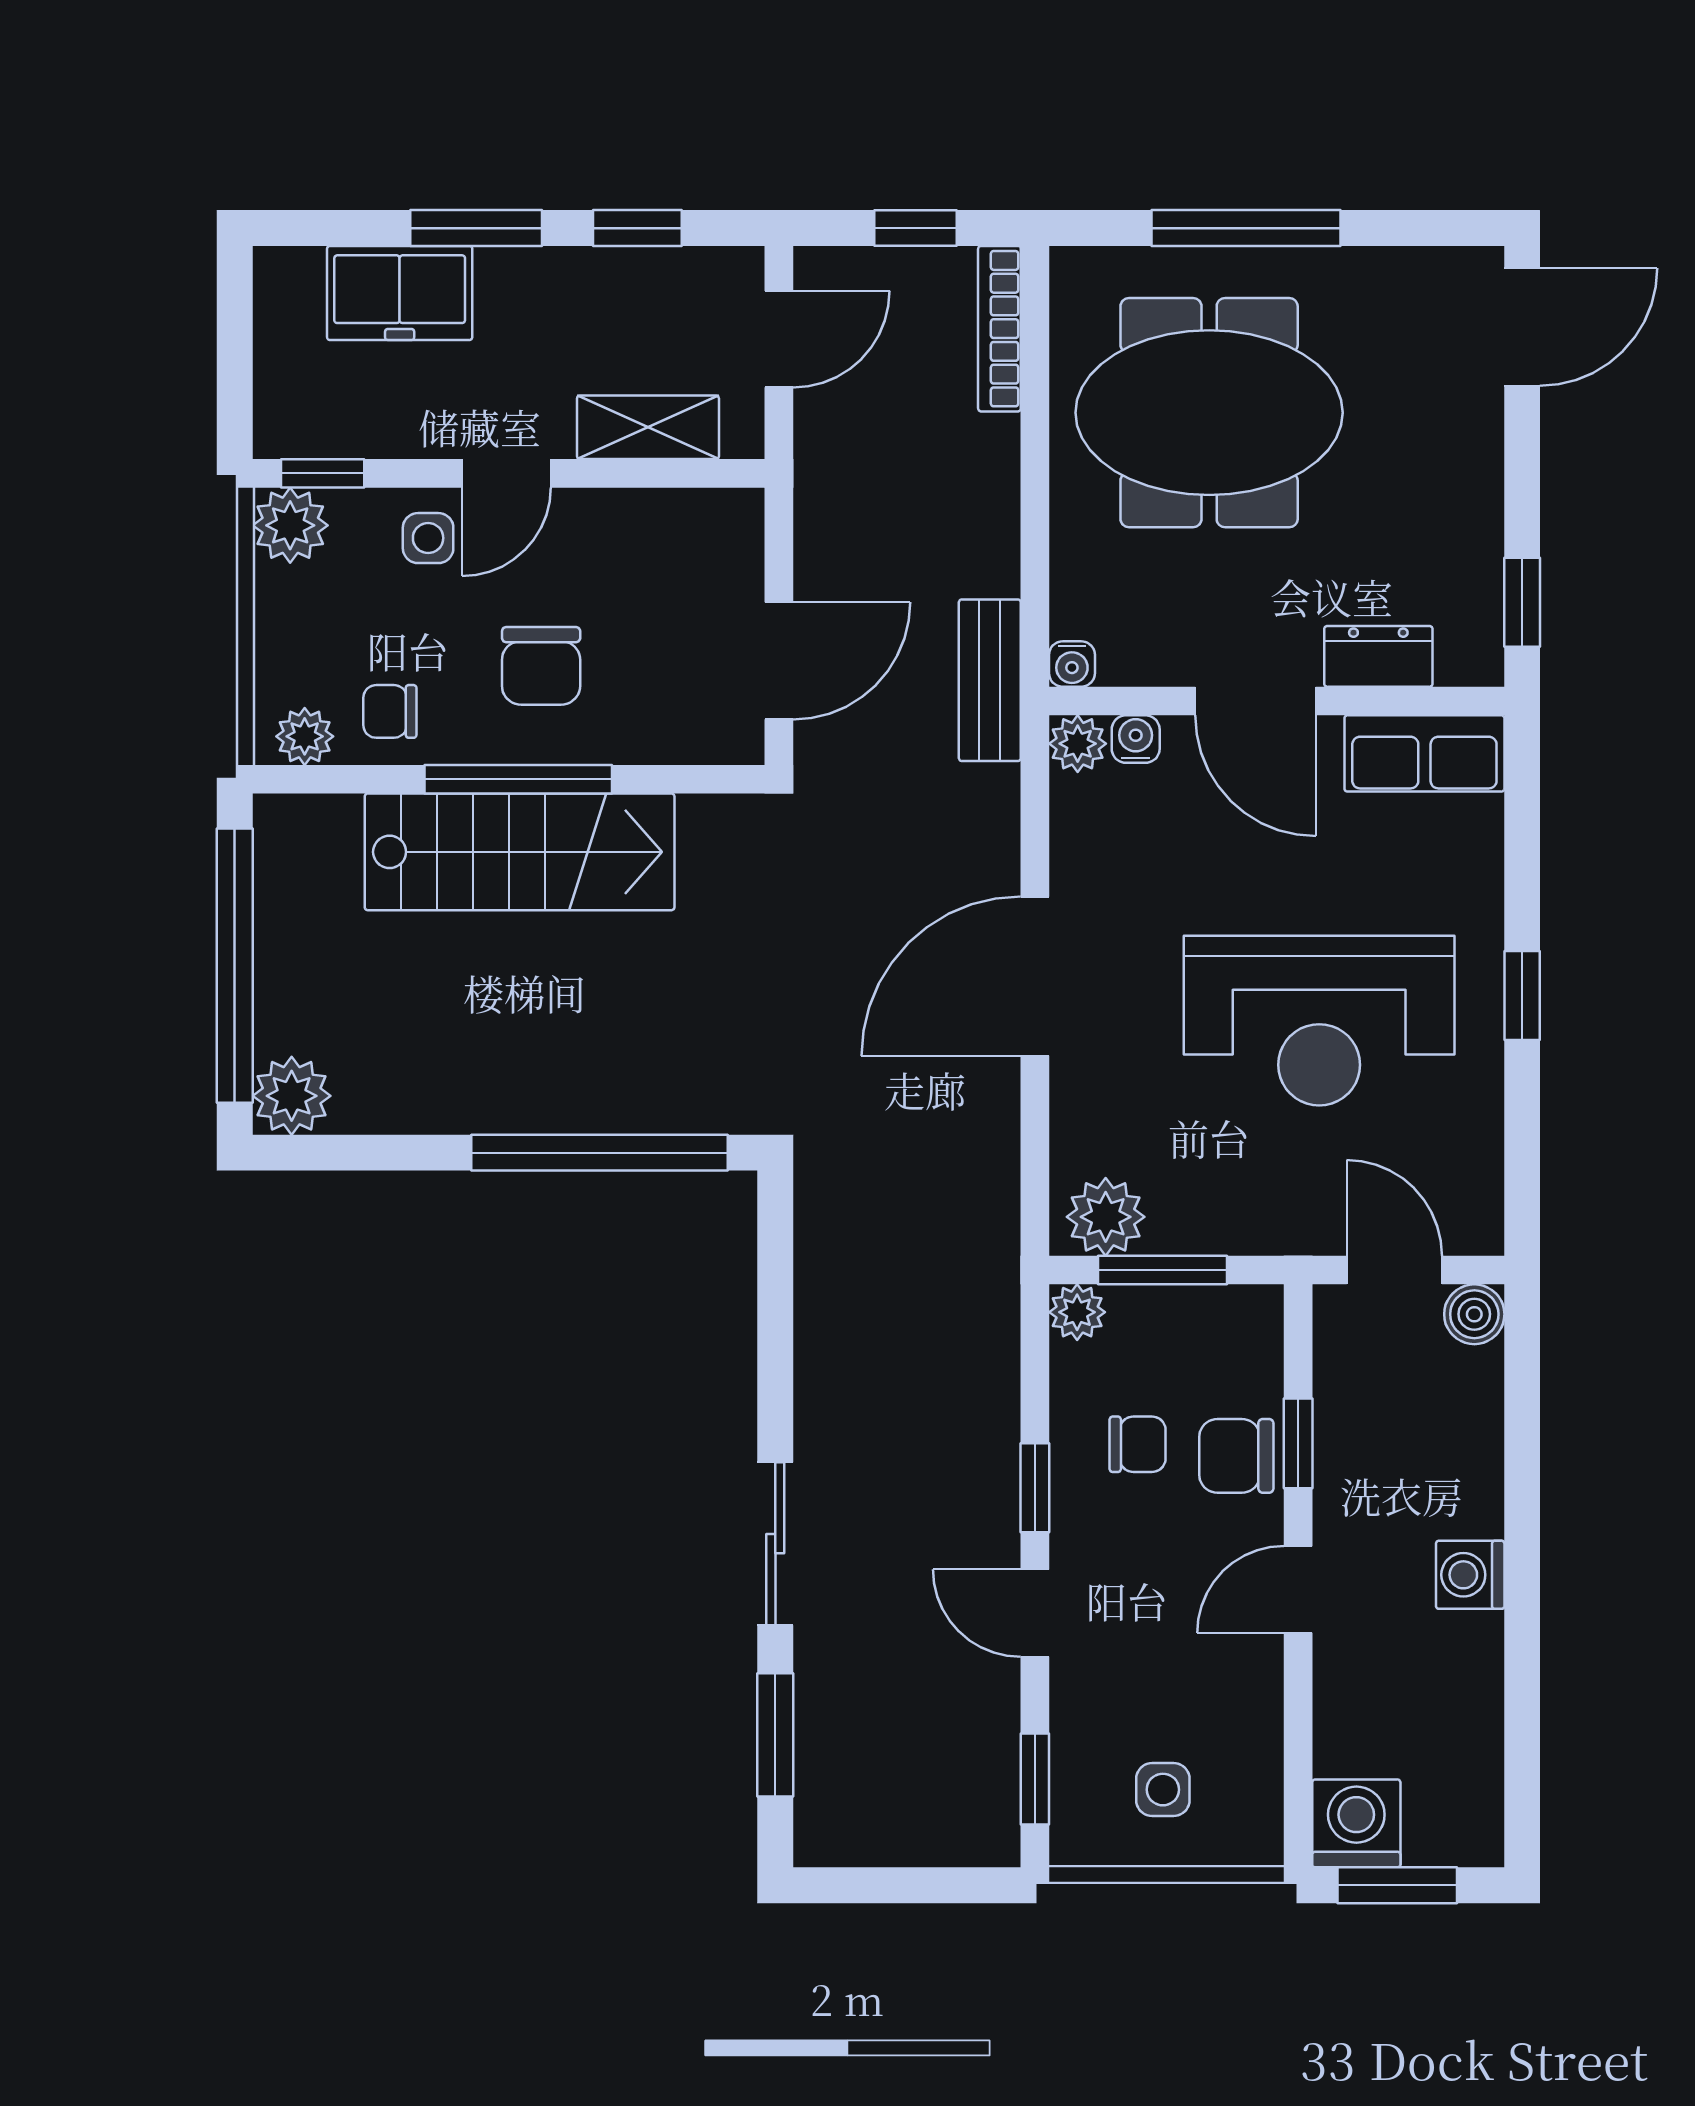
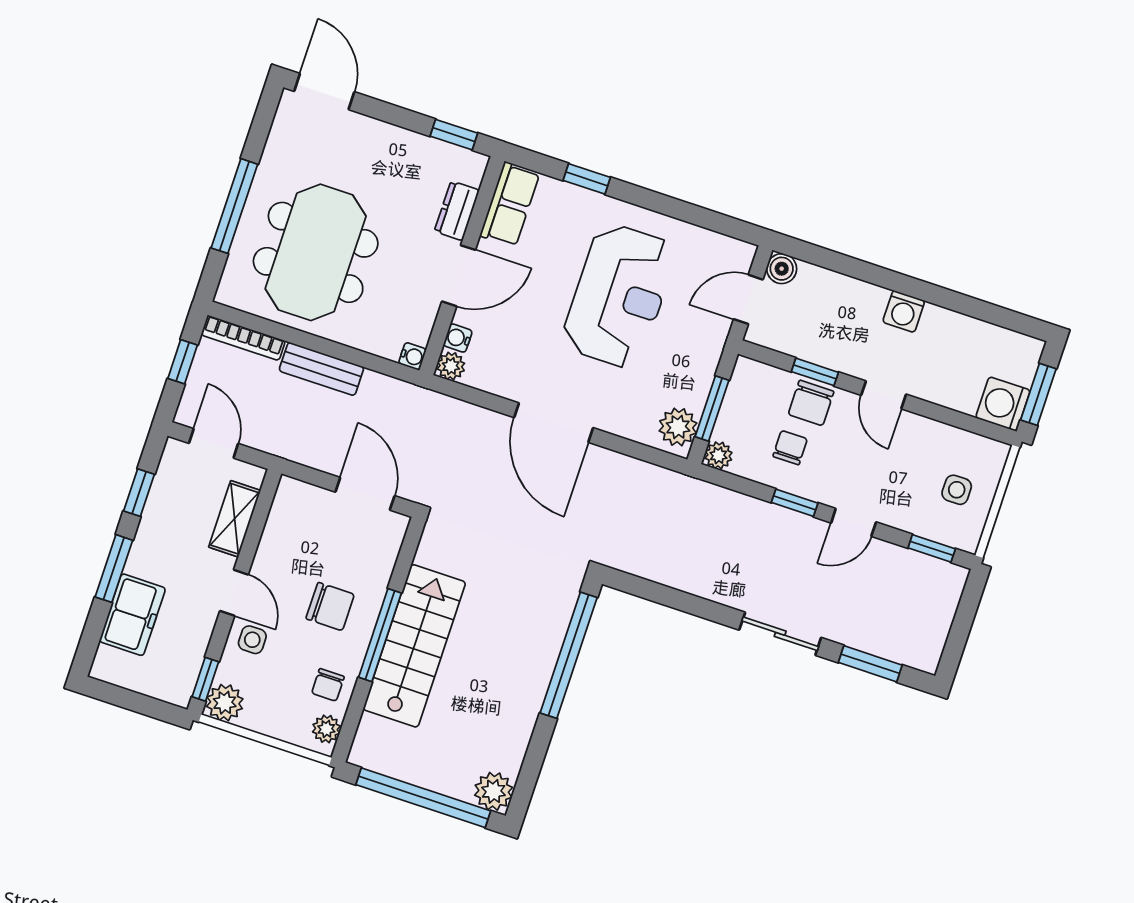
bench: (990, 680) -> (321, 369), moved
window: (1522, 996) -> (587, 179), moved

